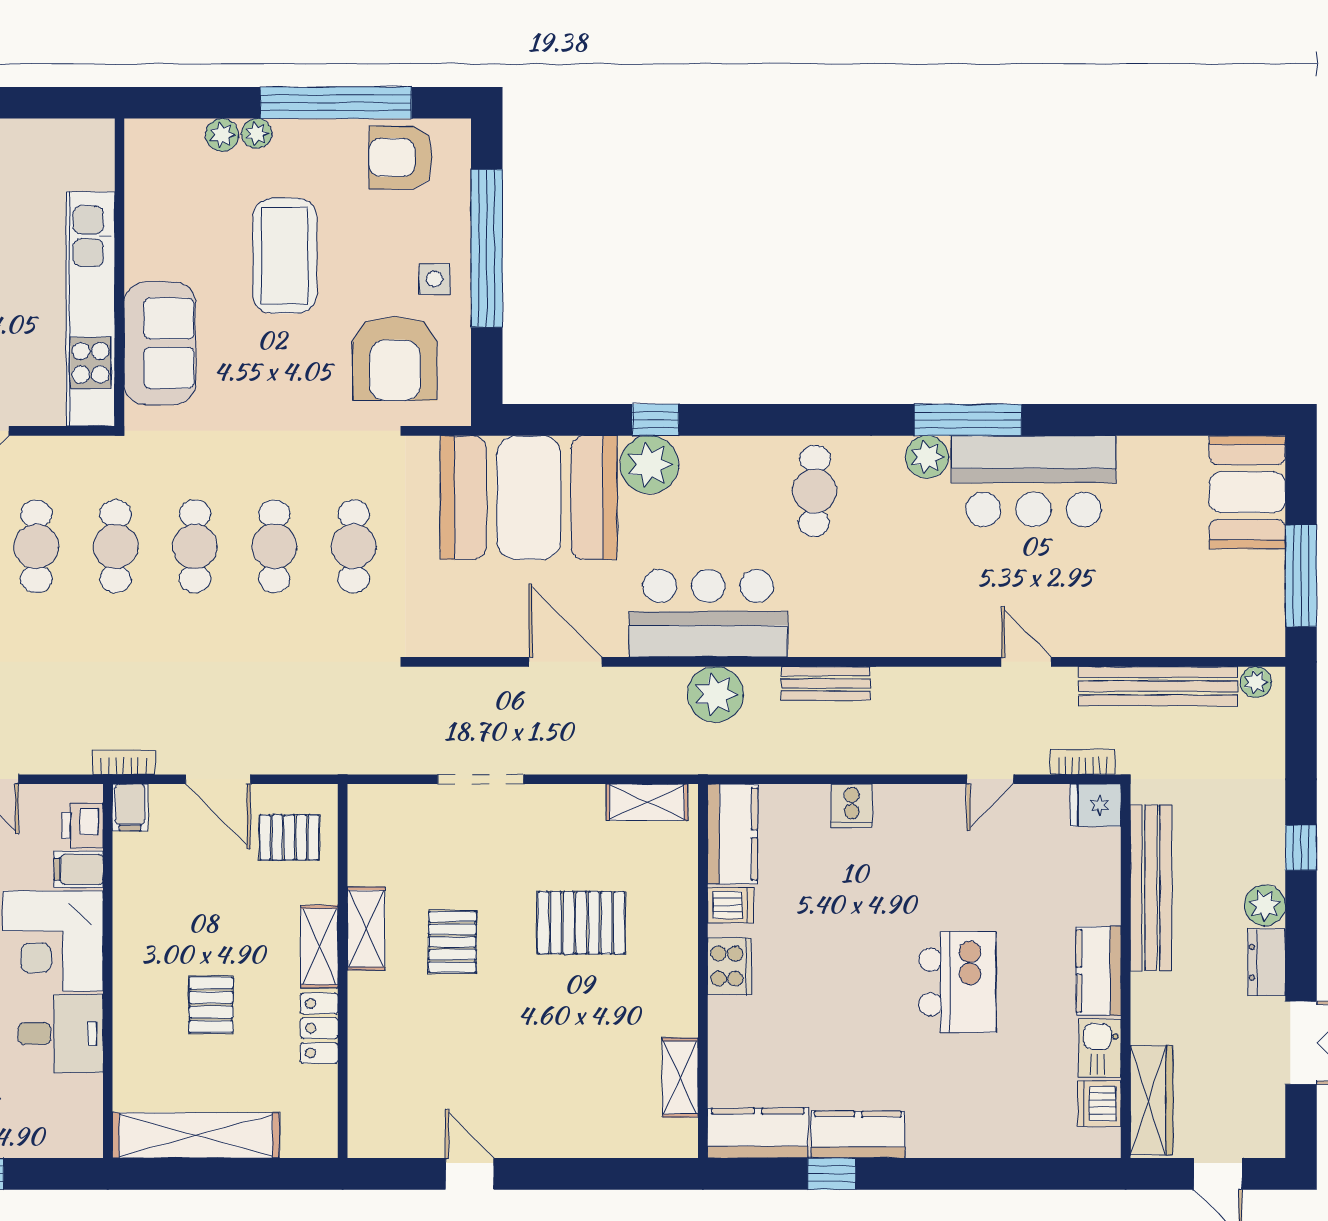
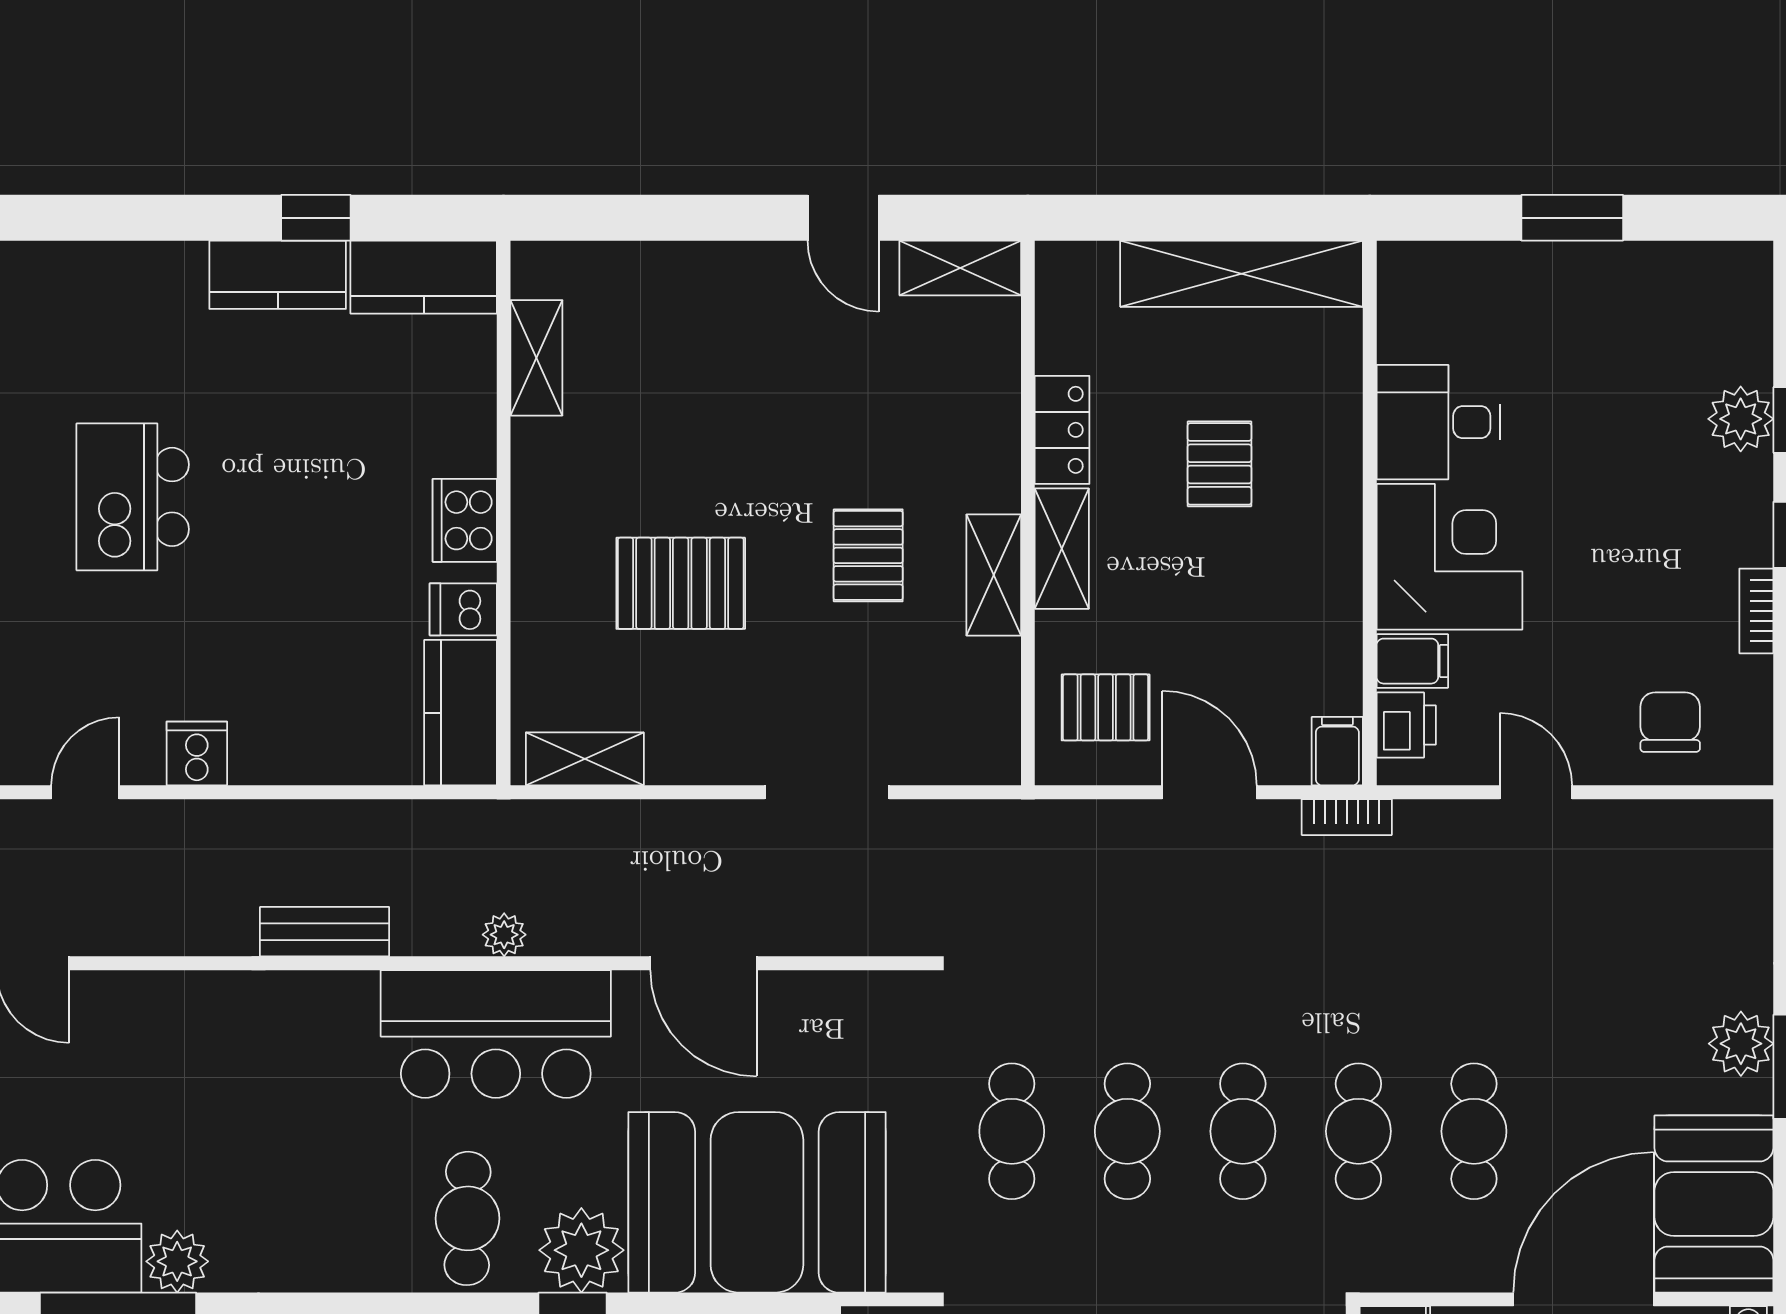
cafe table: (815, 491) -> (468, 1218), moved
plant: (715, 694) -> (504, 935), width x0.53, depth x0.53
cooker: (852, 806) -> (197, 753), moved
shelving: (389, 1139) -> (960, 268), added

